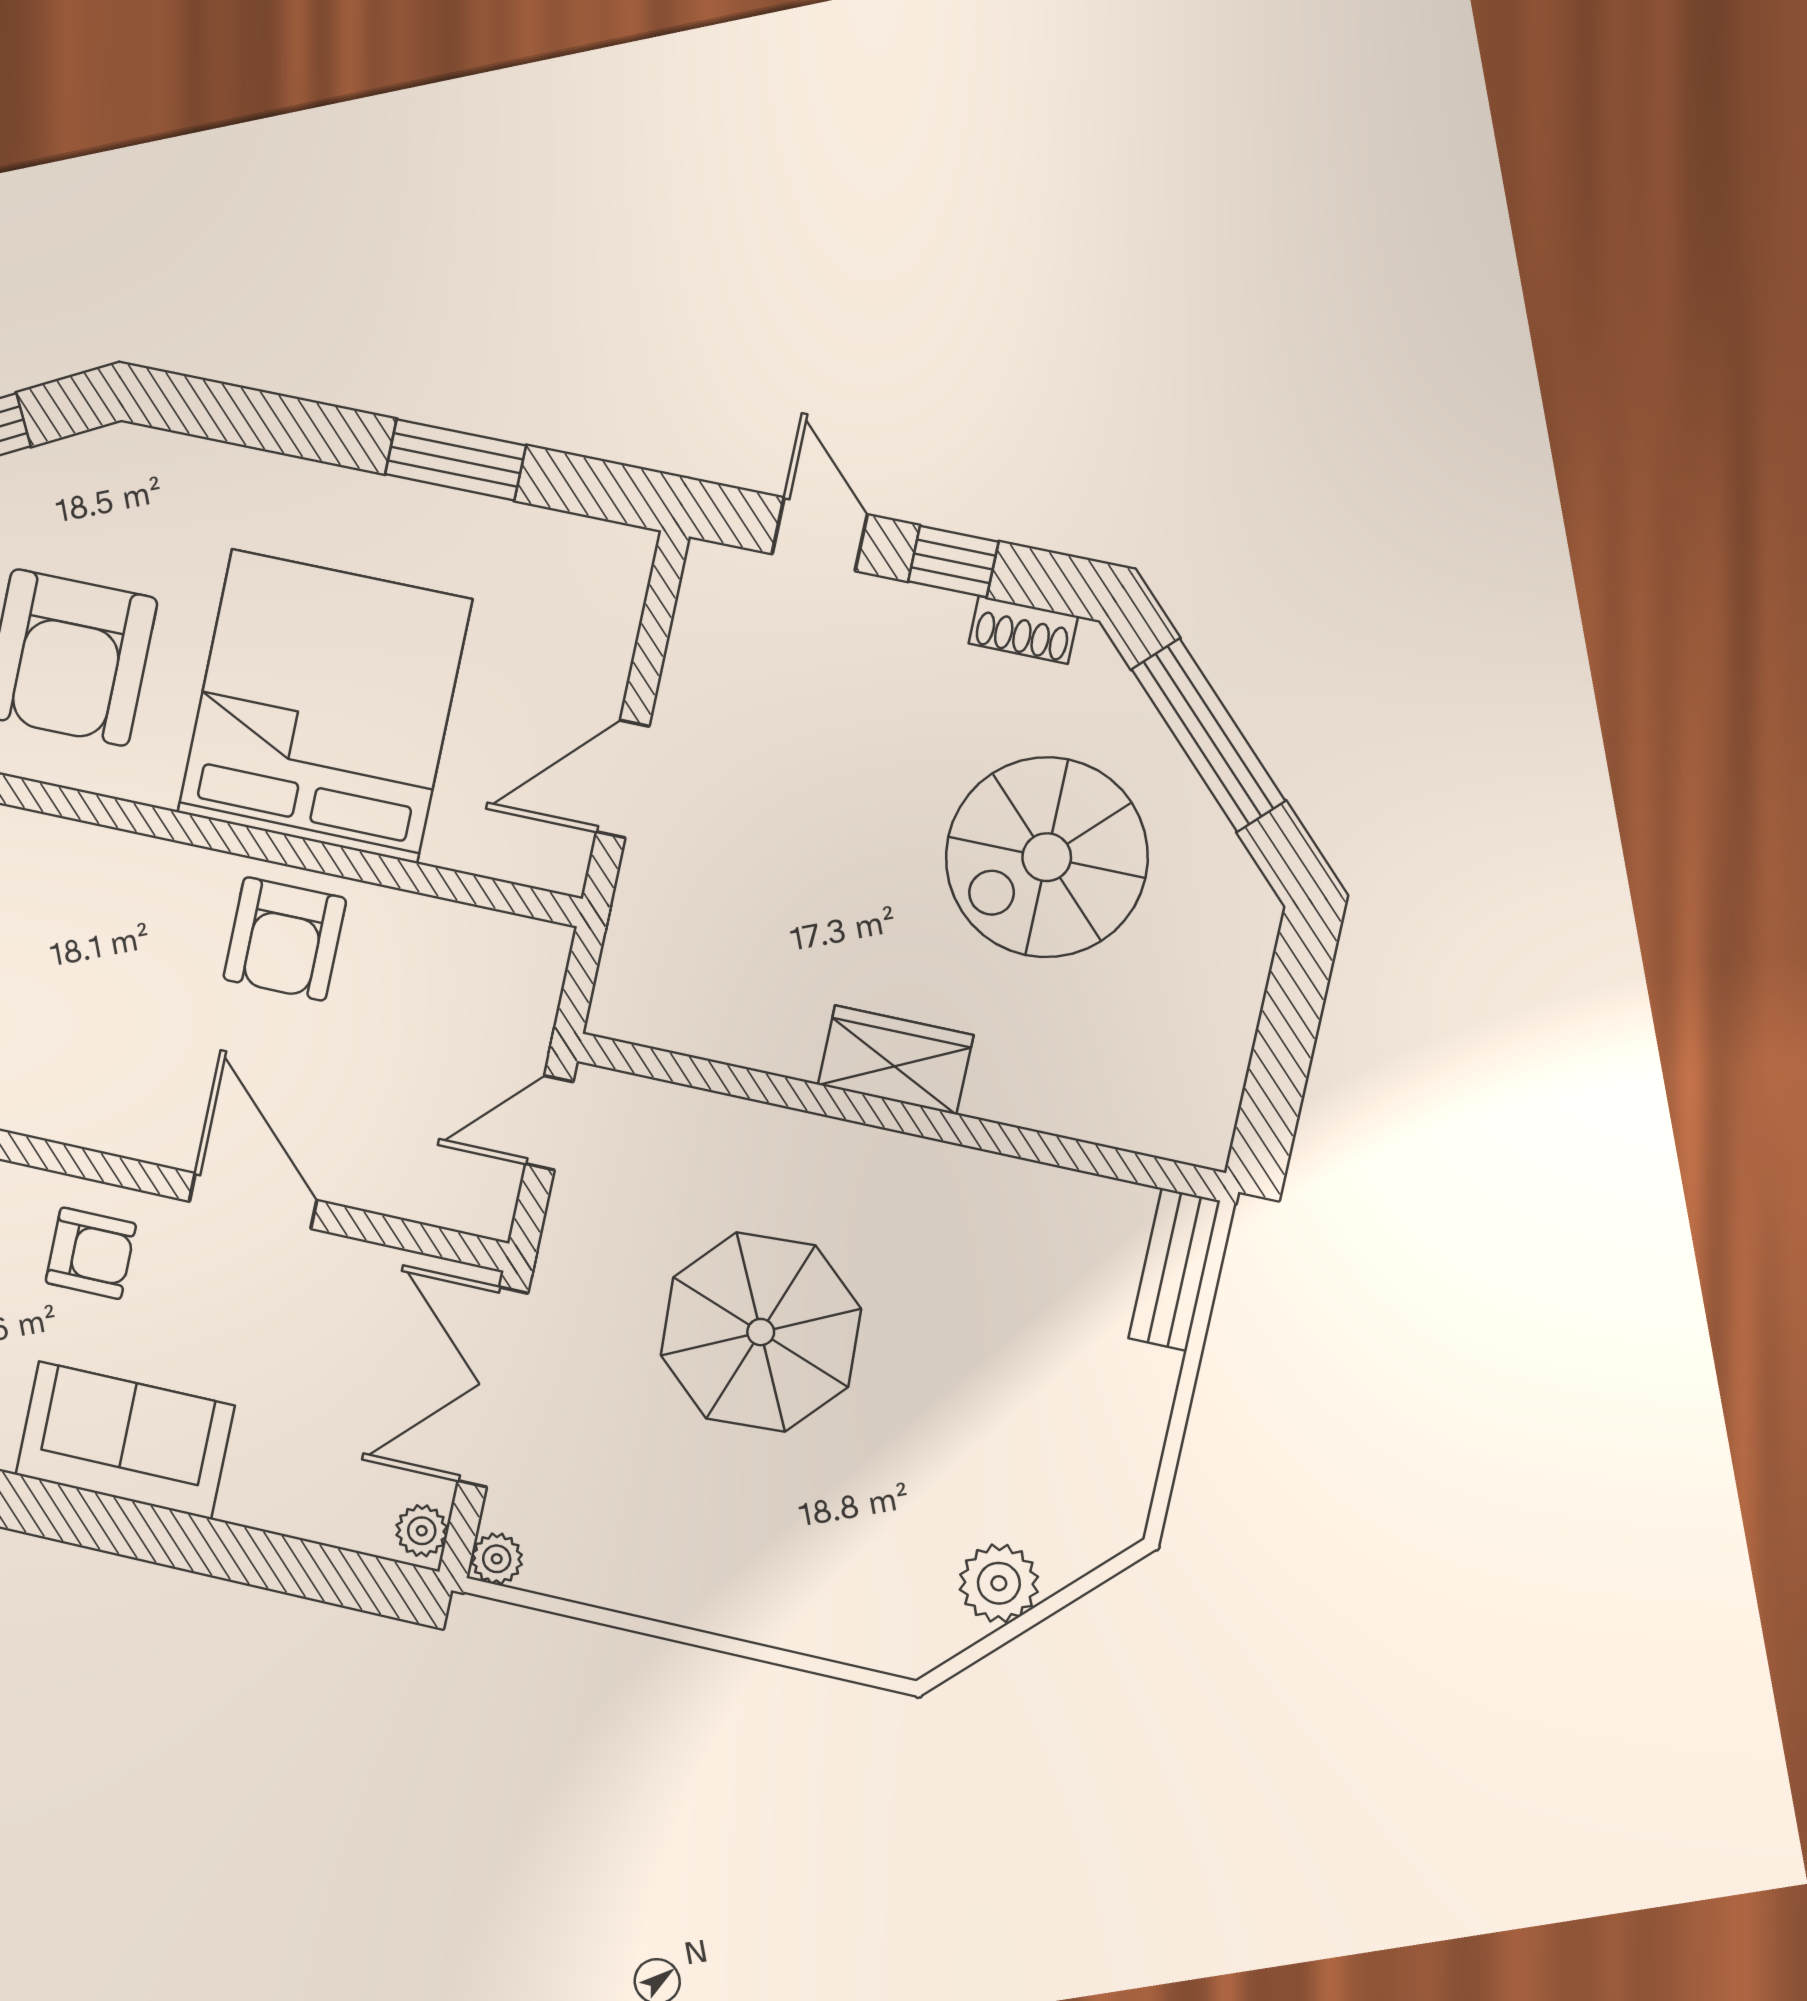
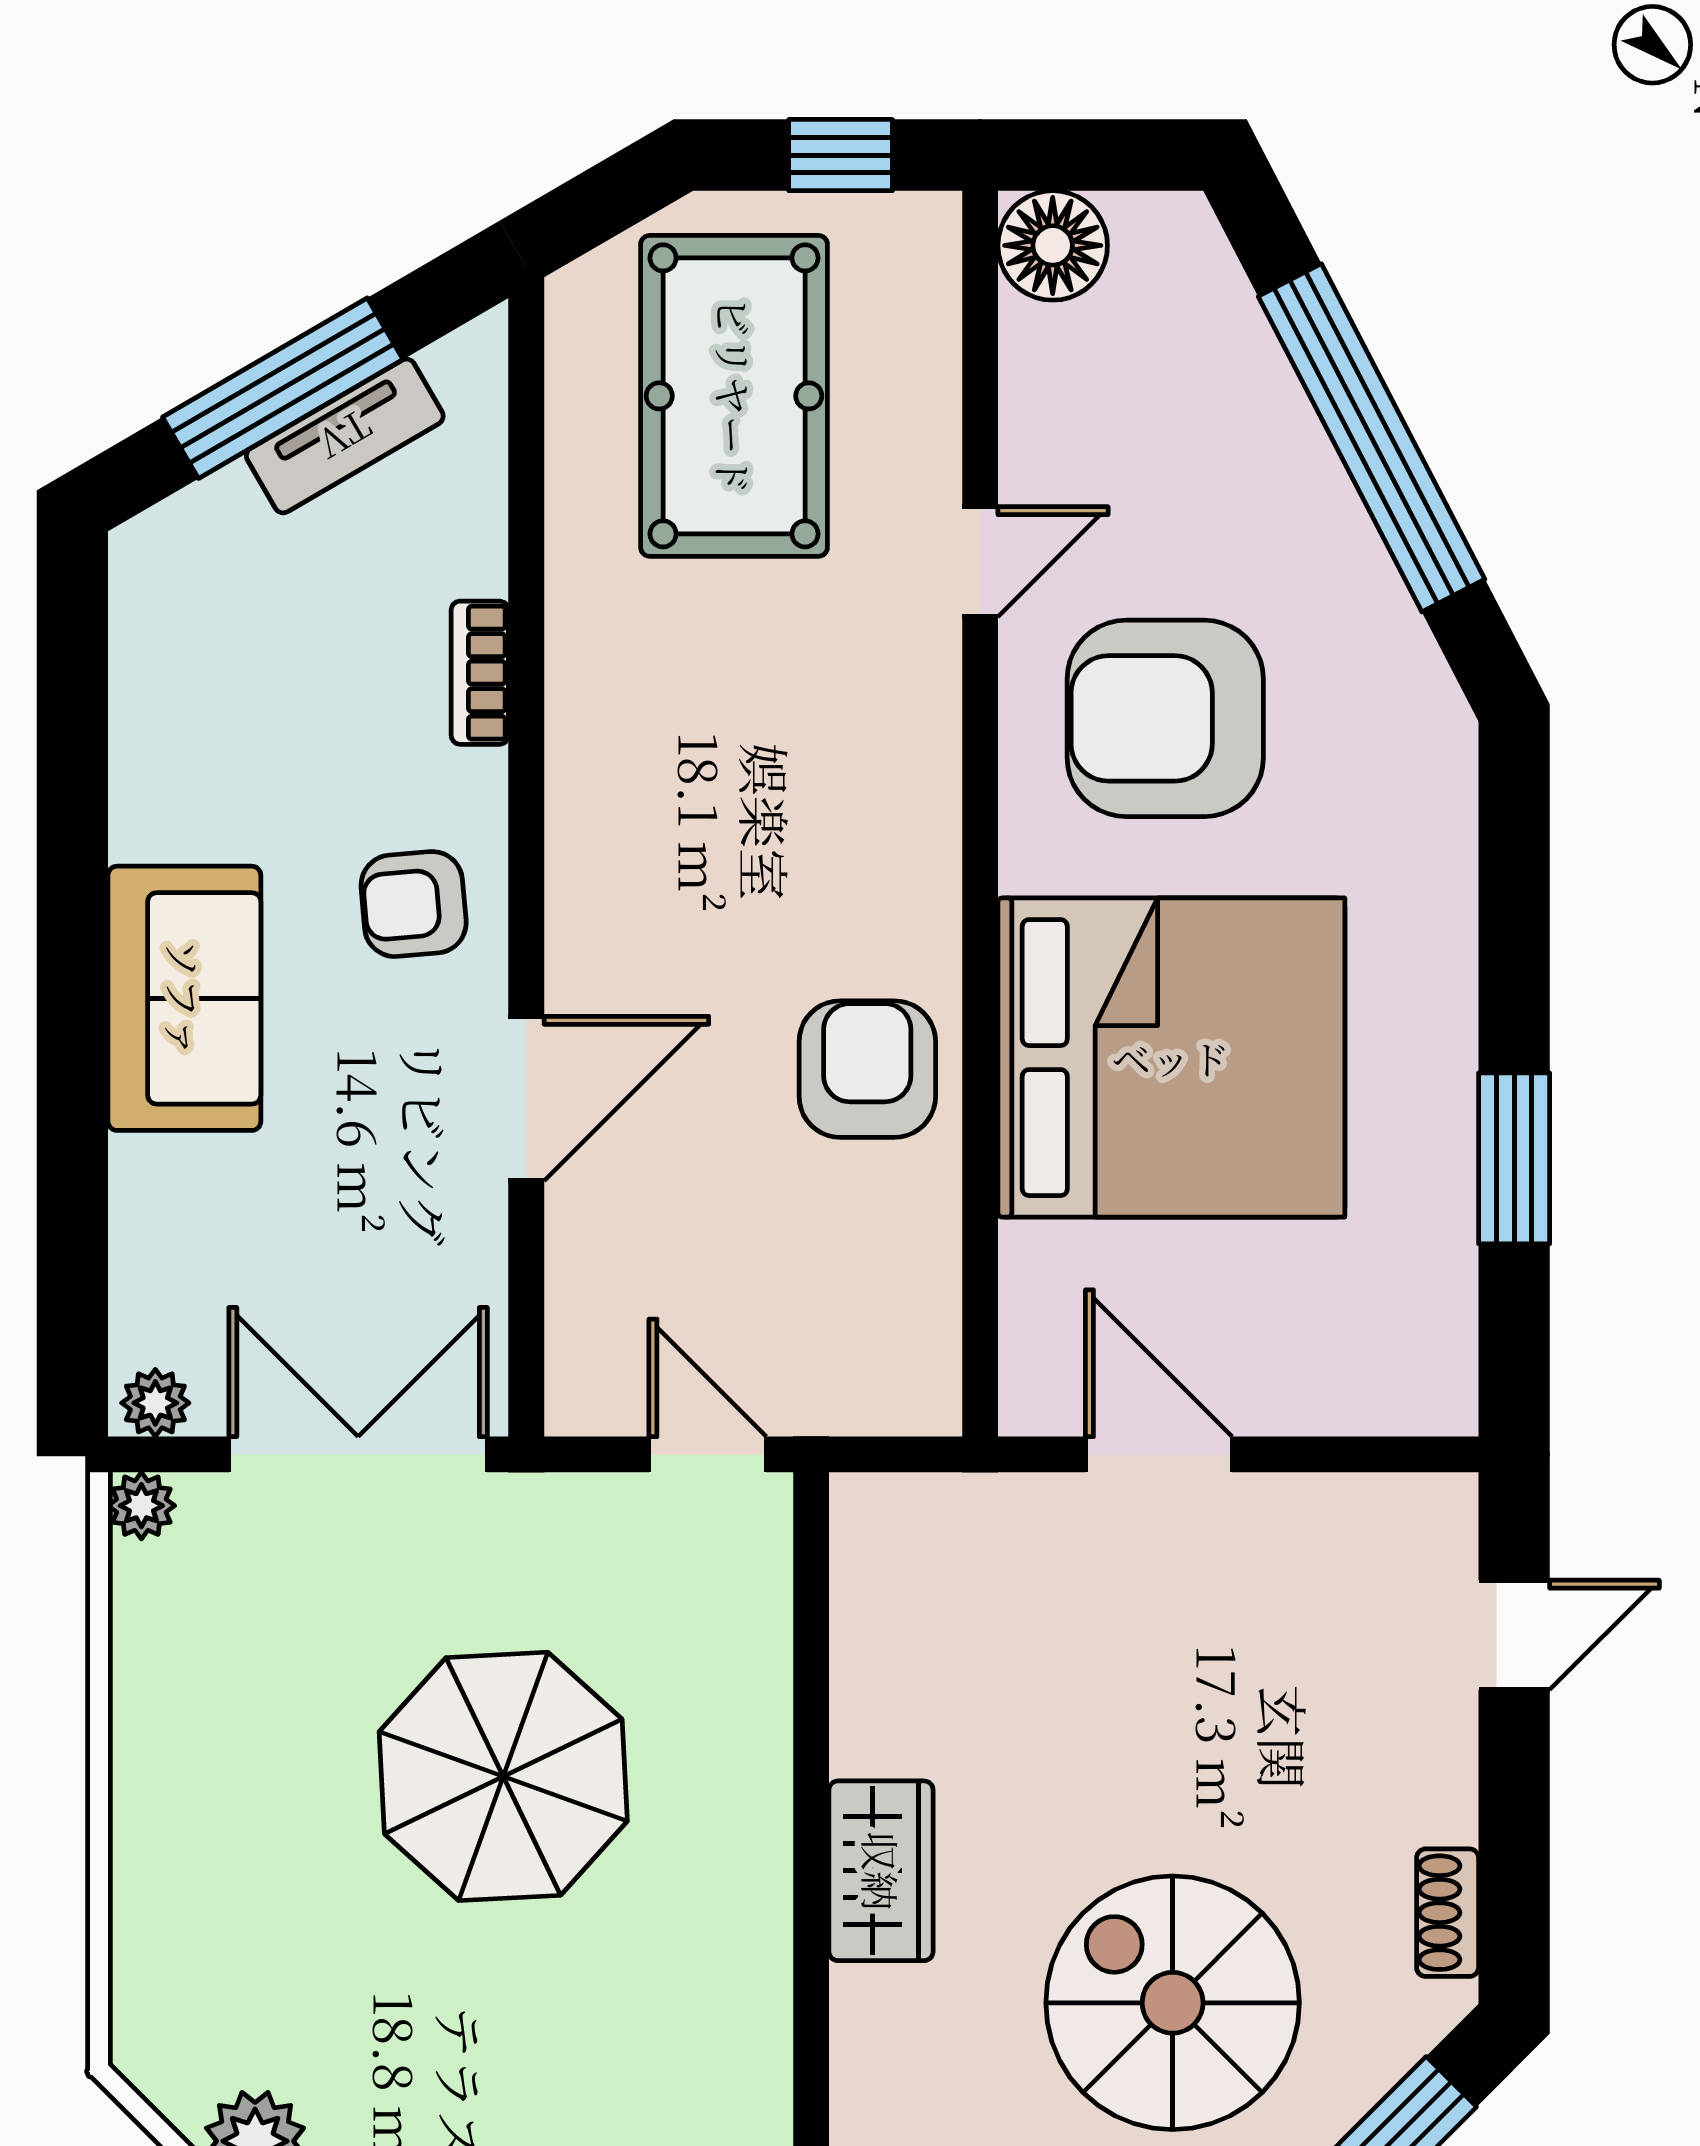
window: (953, 562) -> (1514, 1808), removed
armchair: (285, 939) -> (867, 1069), turned 90
armchair: (91, 1253) -> (414, 904), turned 85

